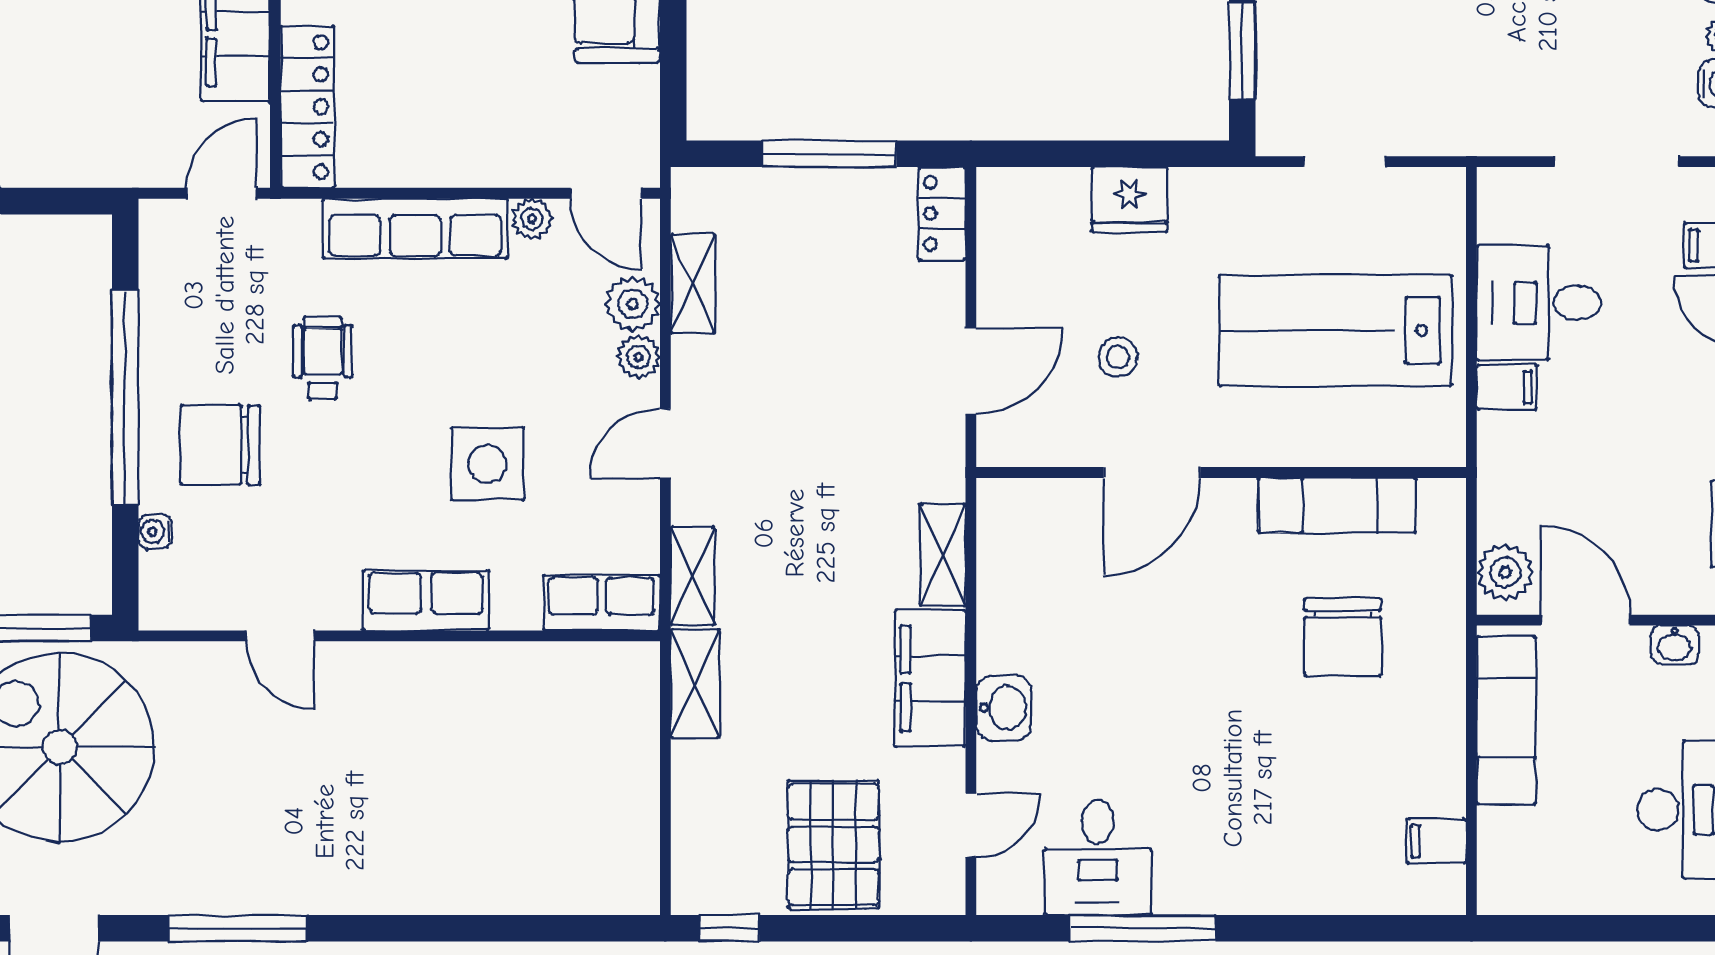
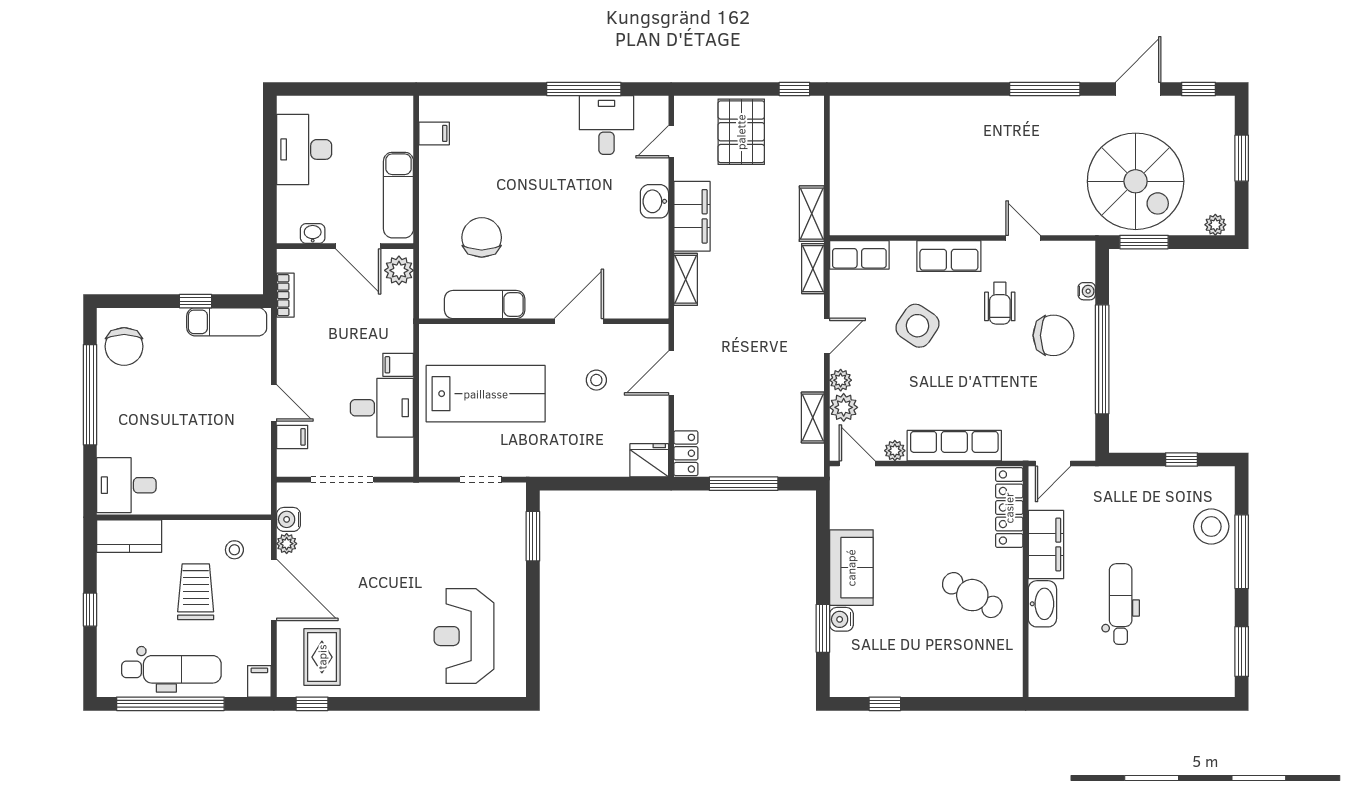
fridge: (1129, 200) -> (649, 460), moved
wheelchair: (323, 358) -> (1000, 303), moved
side table: (487, 464) -> (918, 326), turned 34

